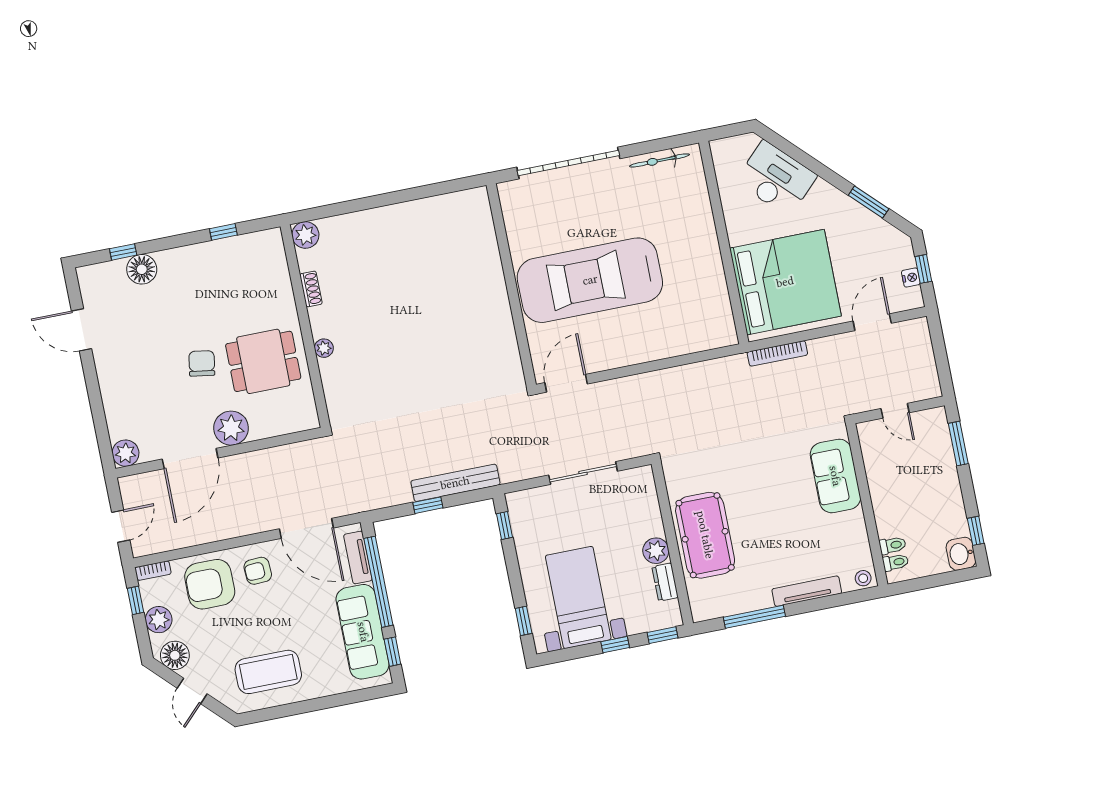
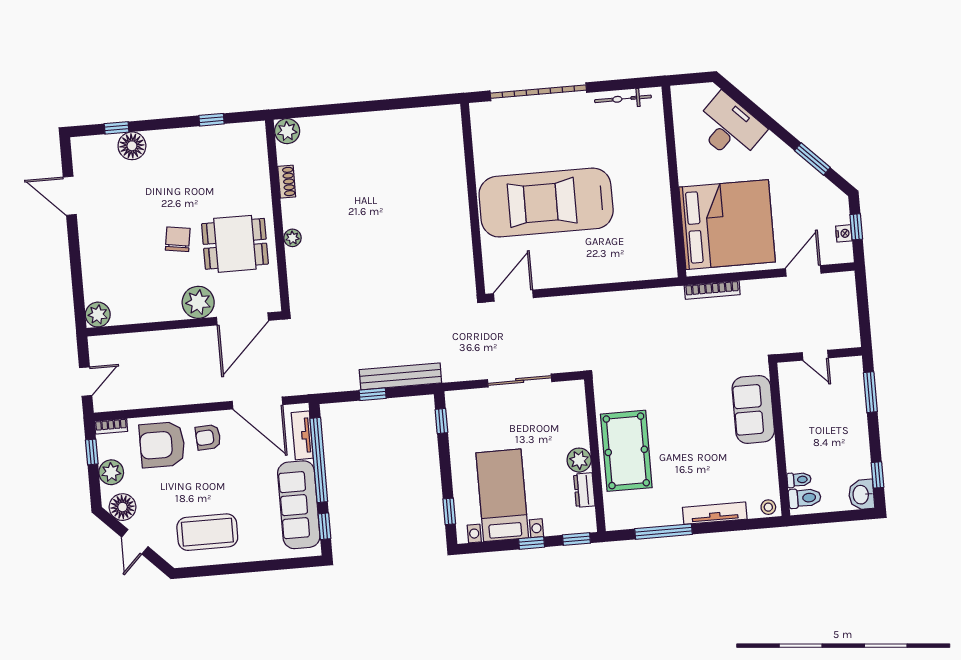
door: (190, 458) -> (243, 319), moved
toilet: (896, 562) -> (805, 498), width x1.37, depth x1.39

